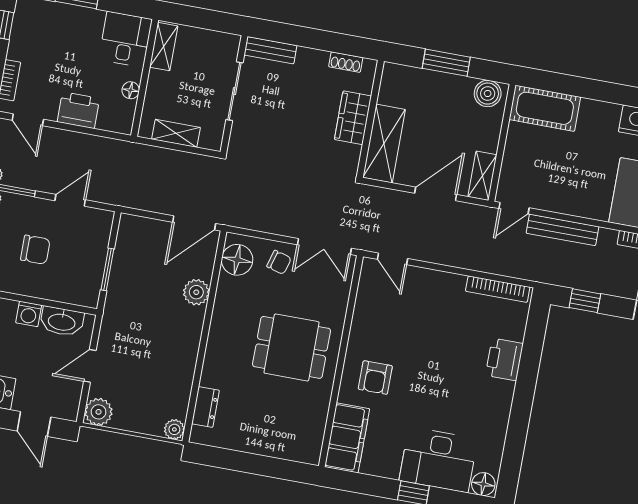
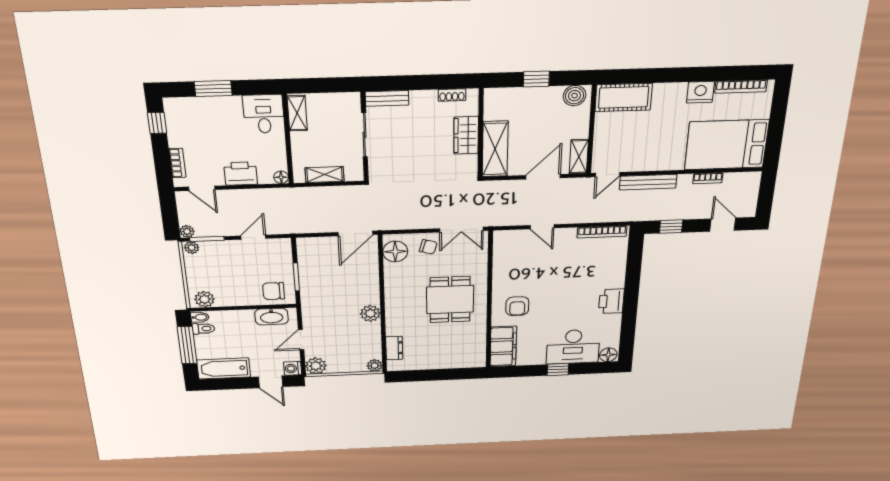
window: (446, 63) -> (536, 79), width x0.67
floor lamp: (131, 90) -> (281, 177), moved
chair: (35, 250) -> (274, 291), moved, turned 180
door: (392, 259) -> (542, 227), moved
plant: (196, 292) -> (370, 313), moved
washing machine: (29, 314) -> (293, 368), moved, turned 90
dining table: (291, 347) -> (450, 300), turned 90
printer: (504, 359) -> (611, 301), moved

